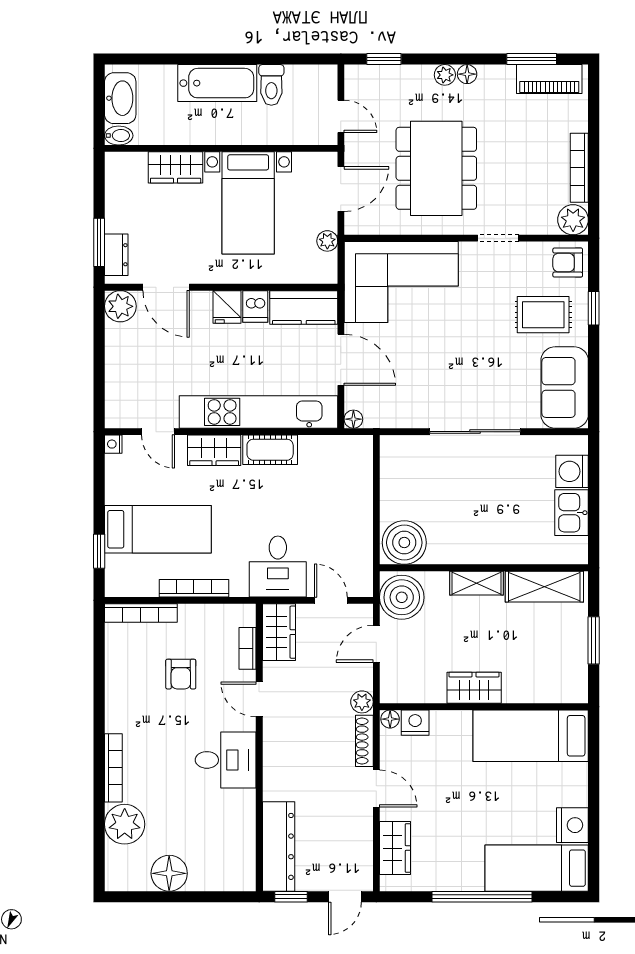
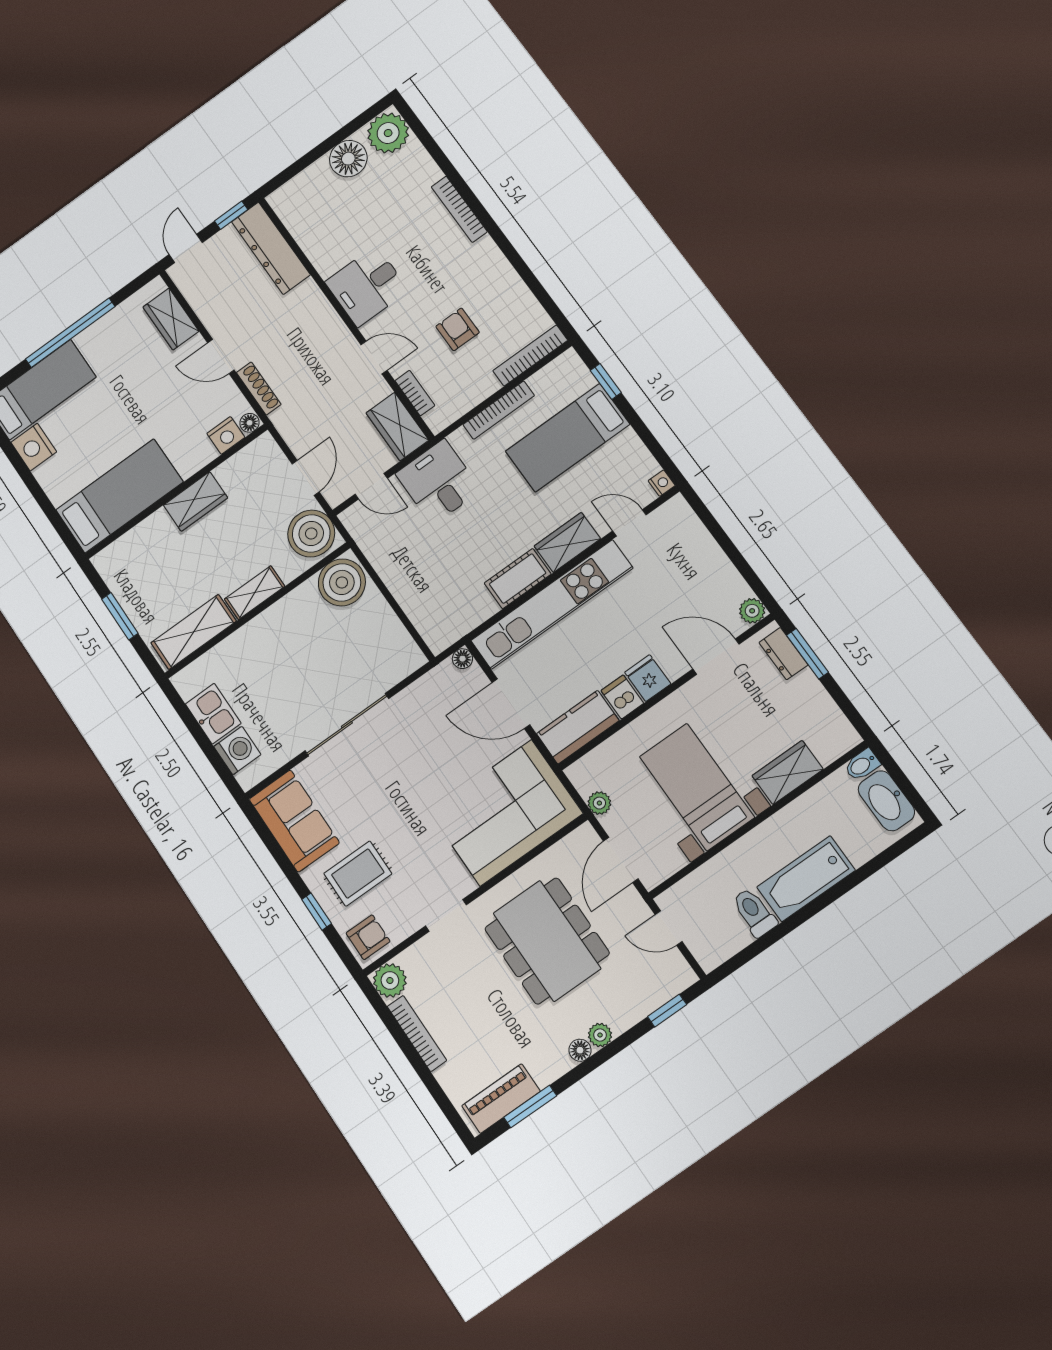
plant: (120, 306) -> (752, 611), width x0.73, depth x0.73
plant: (362, 702) -> (284, 420), removed
plant: (125, 824) -> (388, 133), moved

